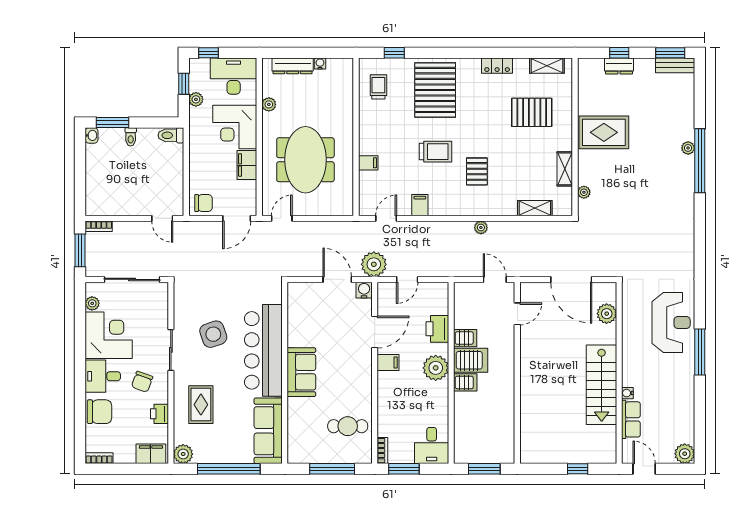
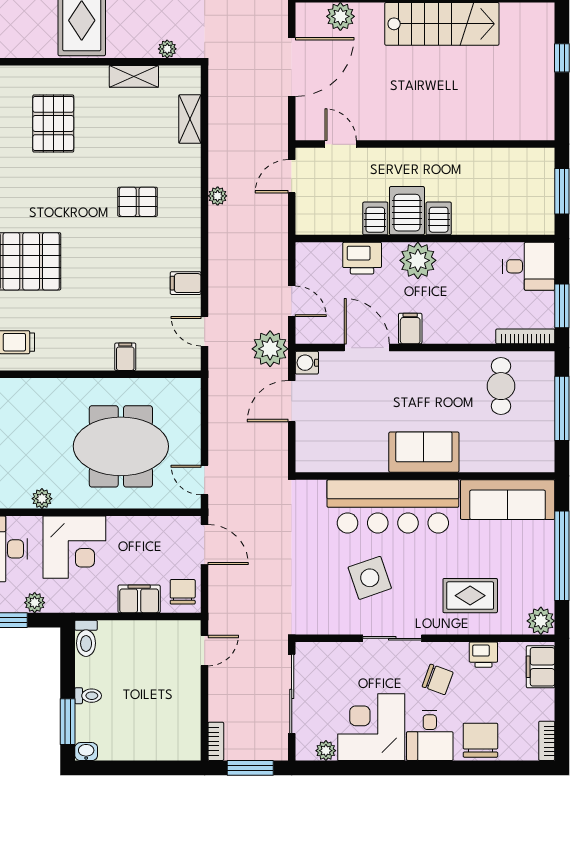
trolley: (435, 152) -> (109, 261), removed
filing cabinet: (247, 165) -> (139, 599), moved, turned 180
bookcase: (382, 451) -> (525, 336), width x1.56

